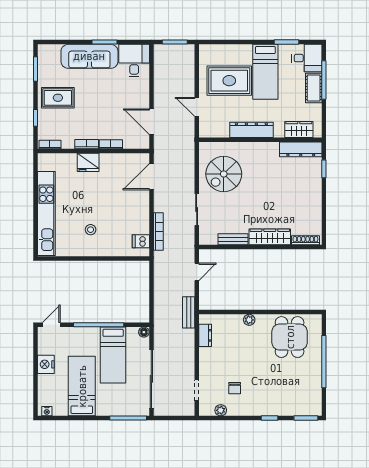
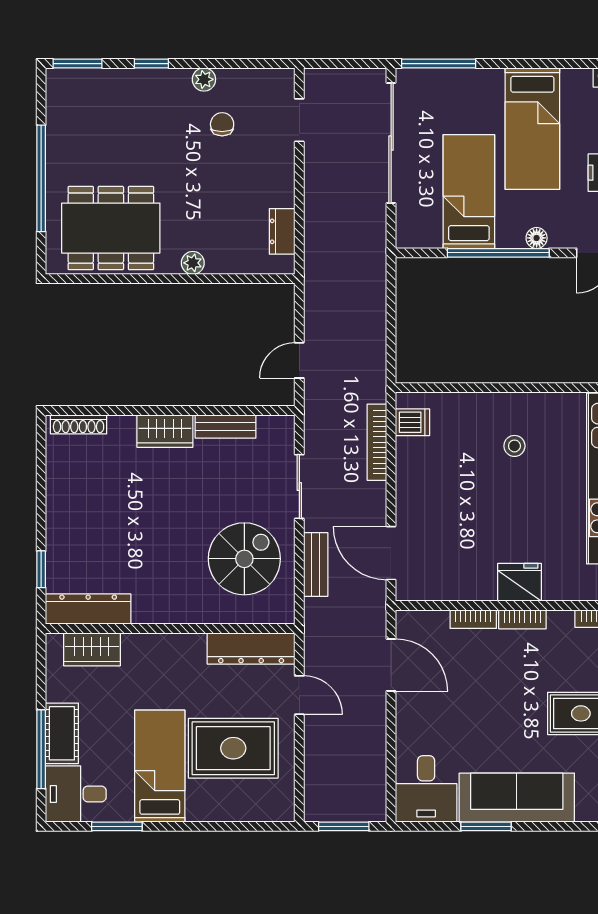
dresser: (251, 130) -> (251, 648), moved
door: (151, 177) -> (391, 553), swing flipped
wardrobe: (270, 237) -> (165, 431), width x0.67
bench: (189, 312) -> (316, 564), moved
floor lamp: (144, 332) -> (537, 238), moved
dining table: (290, 337) -> (111, 228), width x1.38
plant: (221, 410) -> (204, 79), moved

